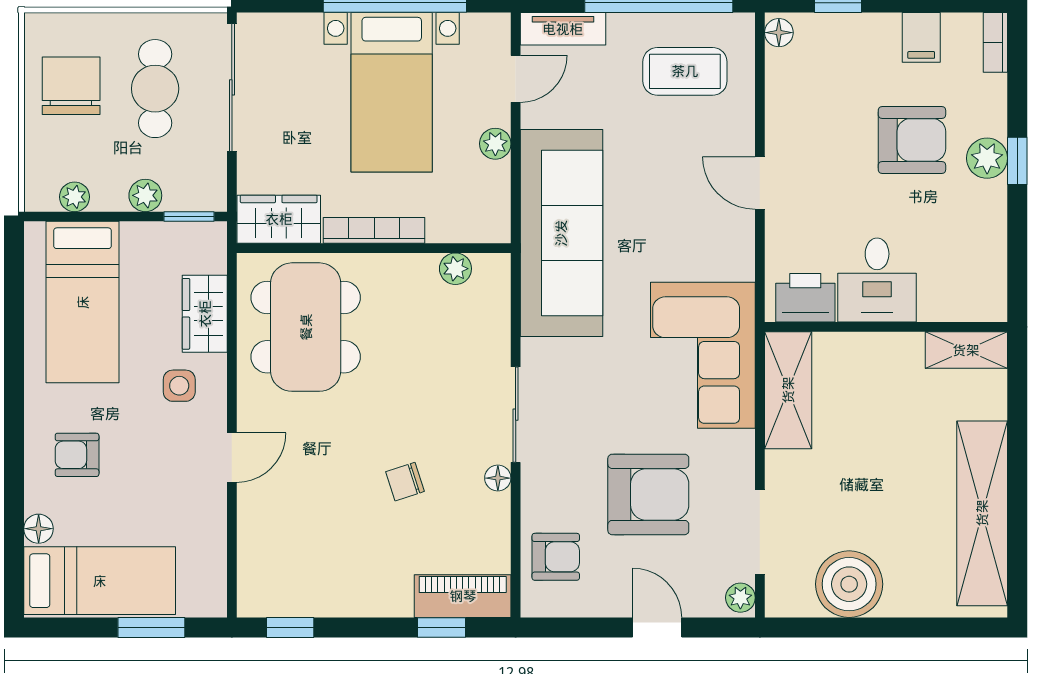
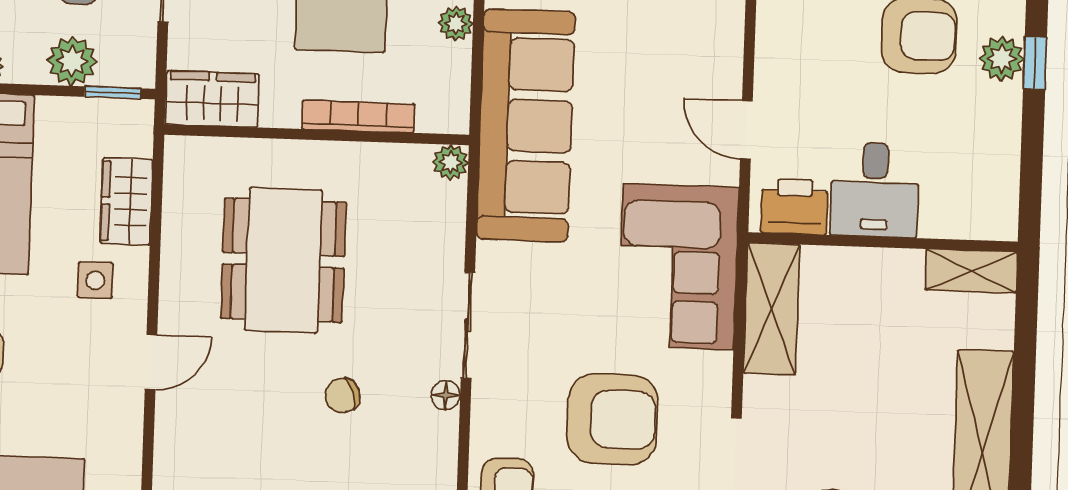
door: (760, 183) -> (746, 130), moved
plant: (145, 195) -> (72, 61), width x1.38, depth x1.38
bookcase: (374, 230) -> (358, 117), moved
plant: (455, 269) -> (451, 162), moved
dining table: (306, 327) -> (283, 260), moved

